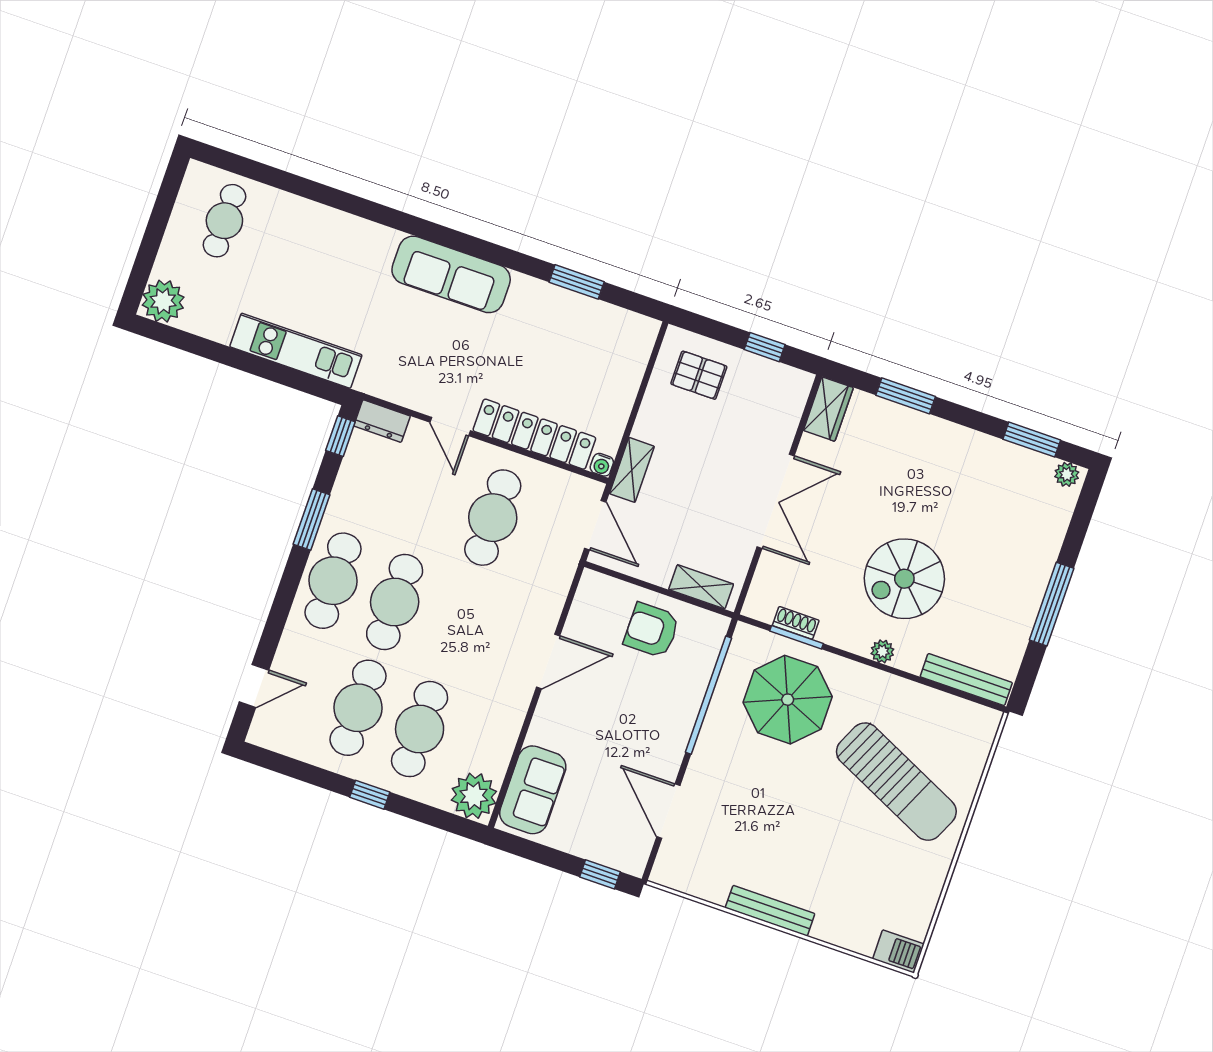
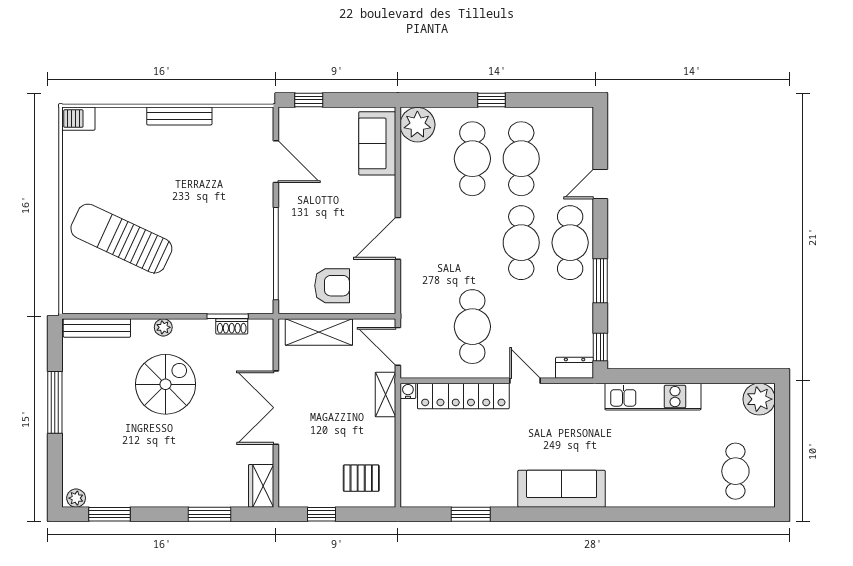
shelving: (701, 587) -> (319, 332), width x1.50, depth x1.33
door: (254, 686) -> (600, 184), moved
parasol: (788, 700) -> (219, 270), removed

